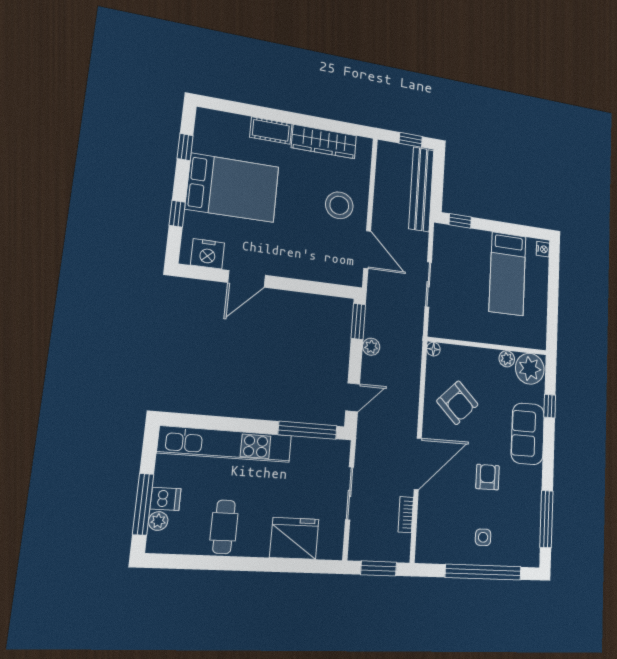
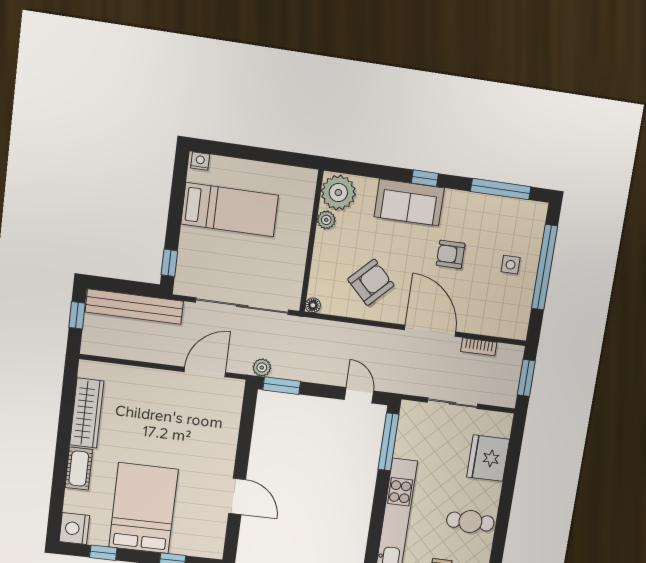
stool: (339, 205) -> (157, 400), removed
nightstand: (208, 254) -> (74, 529), moved, turned 180
sliding door: (428, 284) -> (242, 306), width x1.86
plant: (371, 347) -> (262, 368), moved
window: (550, 406) -> (425, 178), moved

